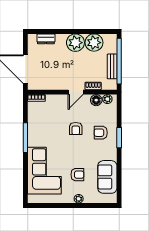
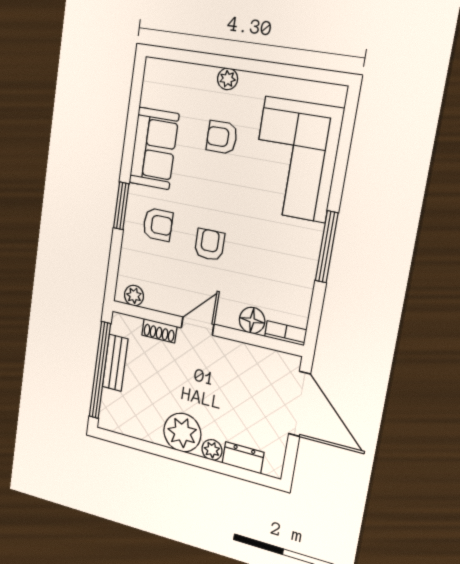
plant: (94, 43) -> (212, 450), moved, width x0.53, depth x0.53
floor lamp: (96, 100) -> (252, 320), moved
sofa: (107, 177) -> (154, 148), moved

